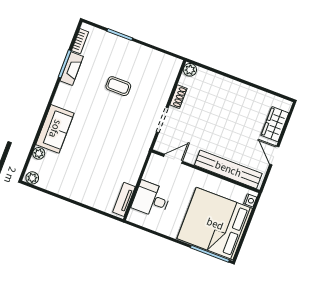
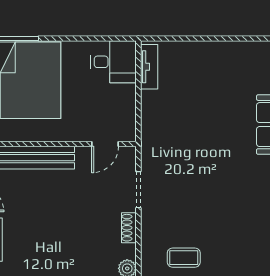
coffee table: (118, 86) -> (184, 258), moved
desk: (151, 199) -> (113, 62), moved

